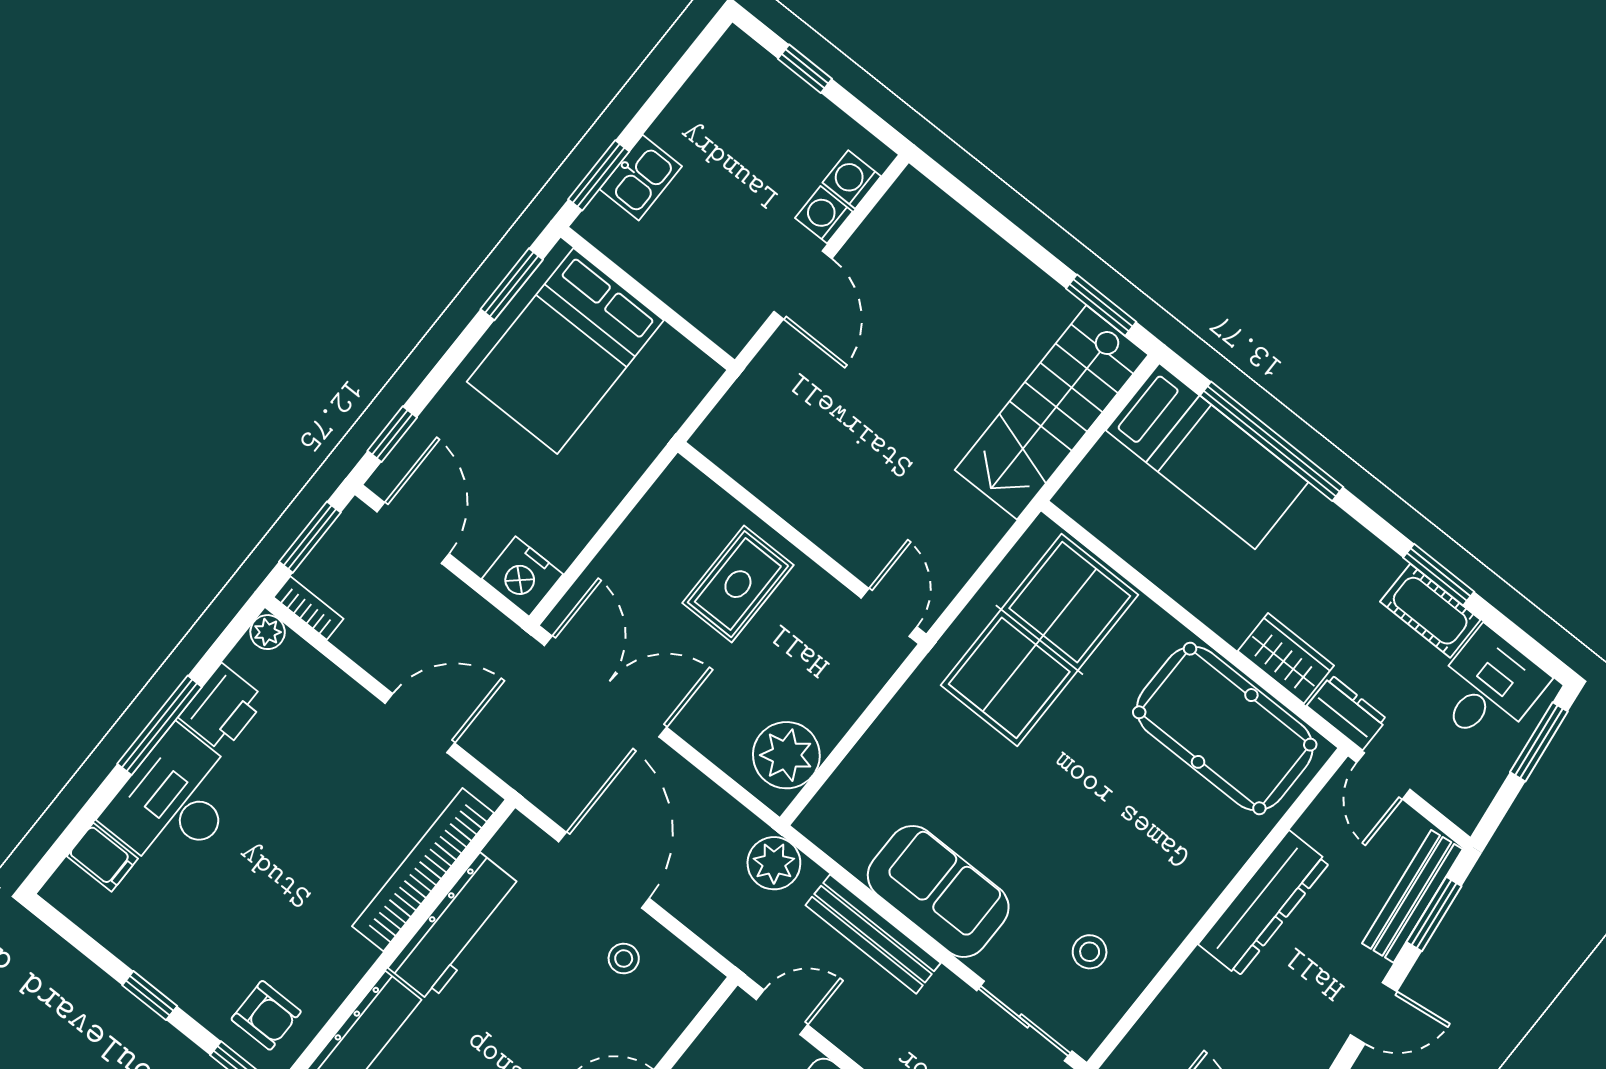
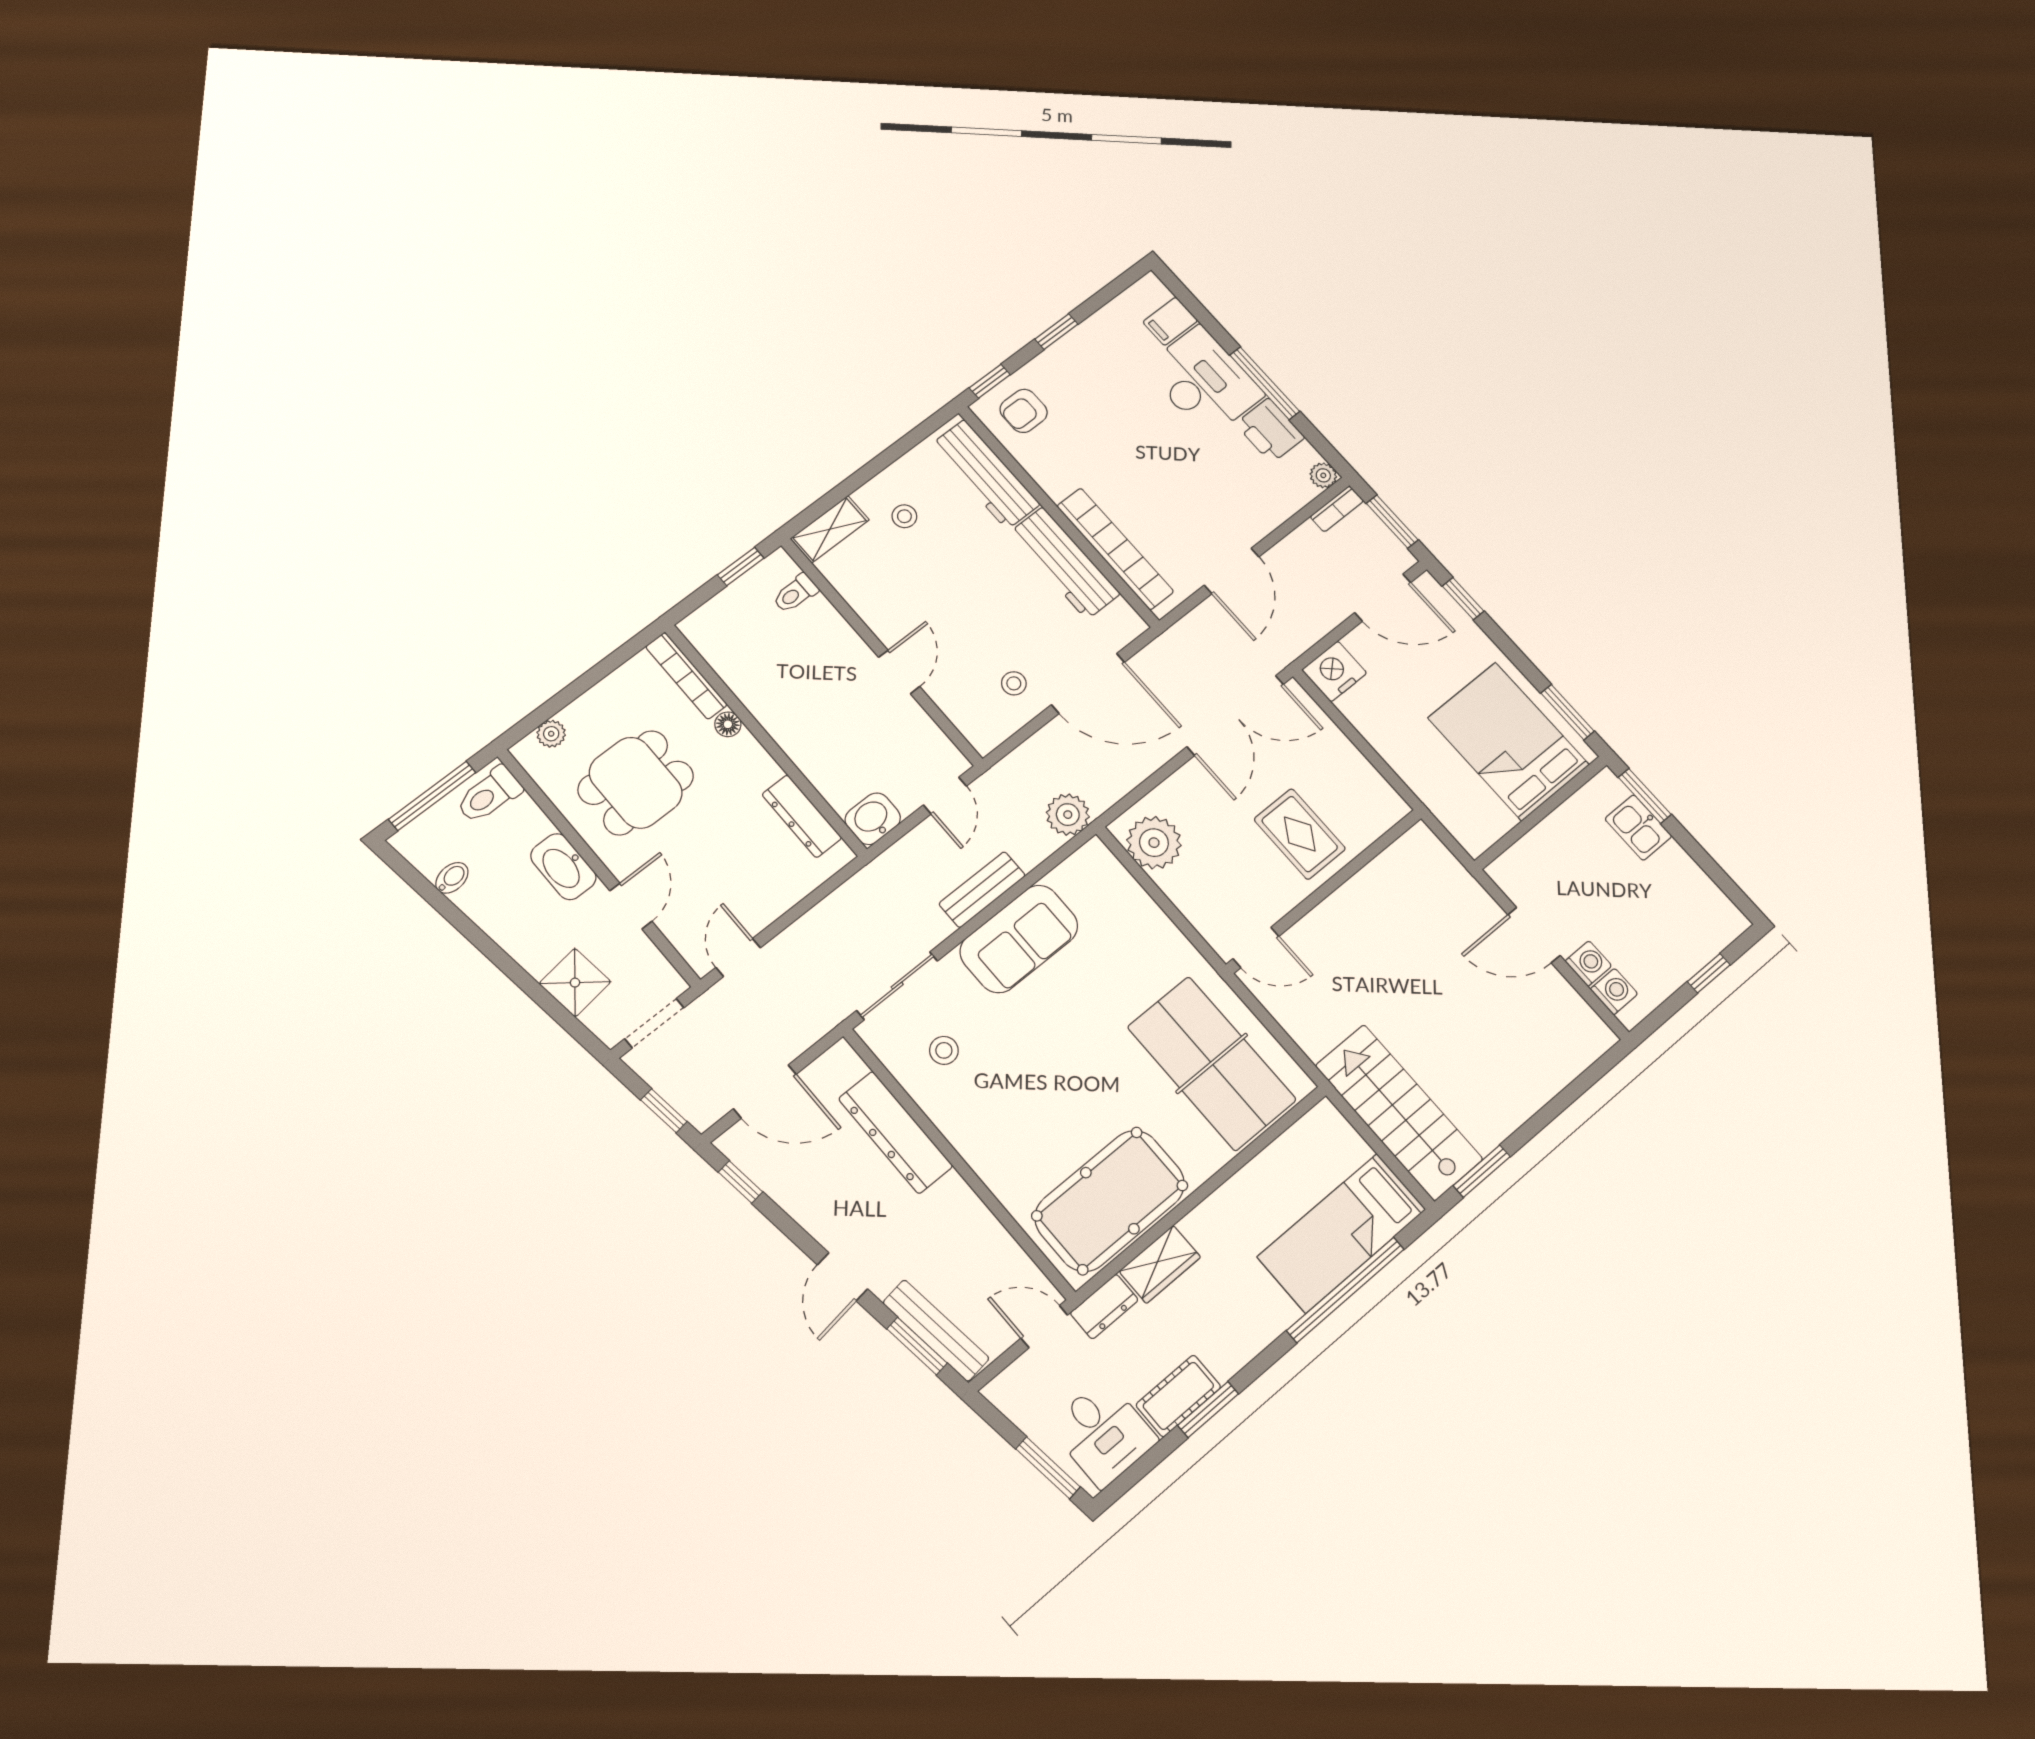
dresser: (1264, 903) -> (896, 1132), moved
bench: (873, 934) -> (982, 890), width x0.73

